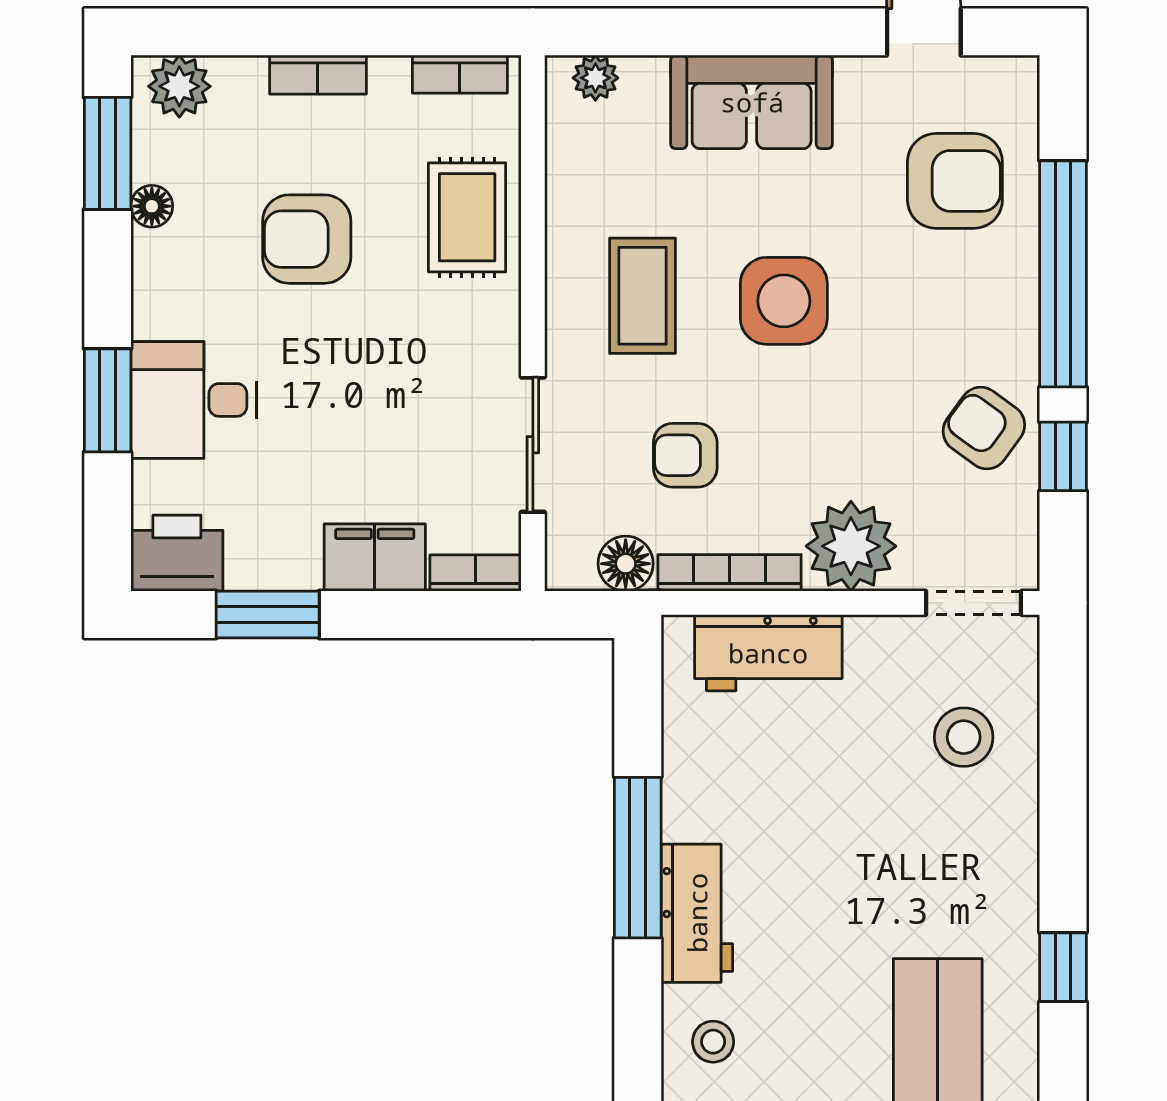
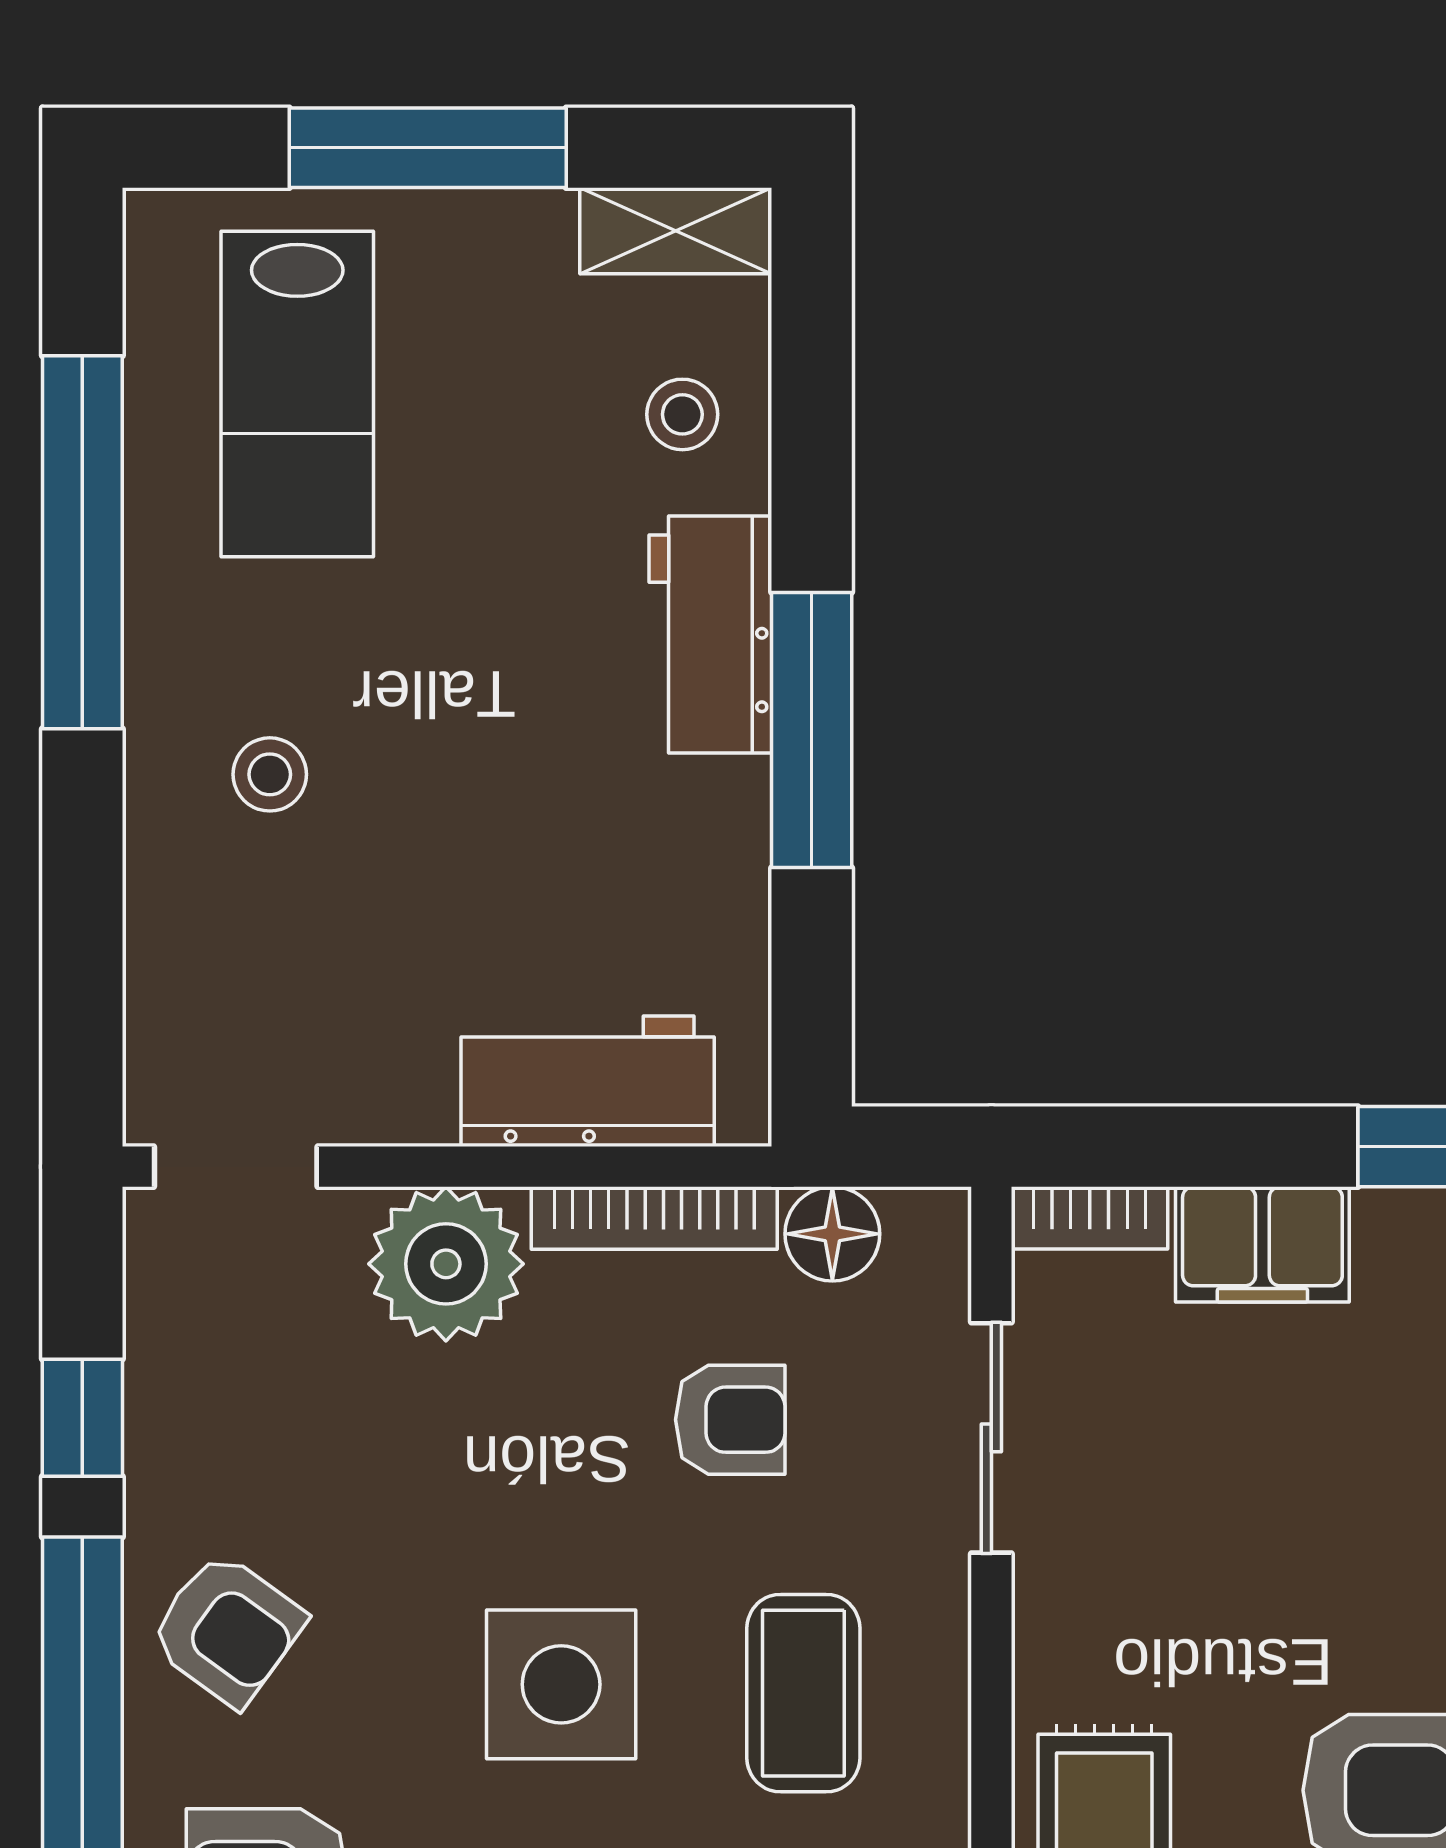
armchair: (984, 428) -> (227, 1629), moved
stool: (964, 737) -> (270, 774), moved, width x0.73, depth x0.73
window: (1063, 967) -> (82, 542), width x3.17

